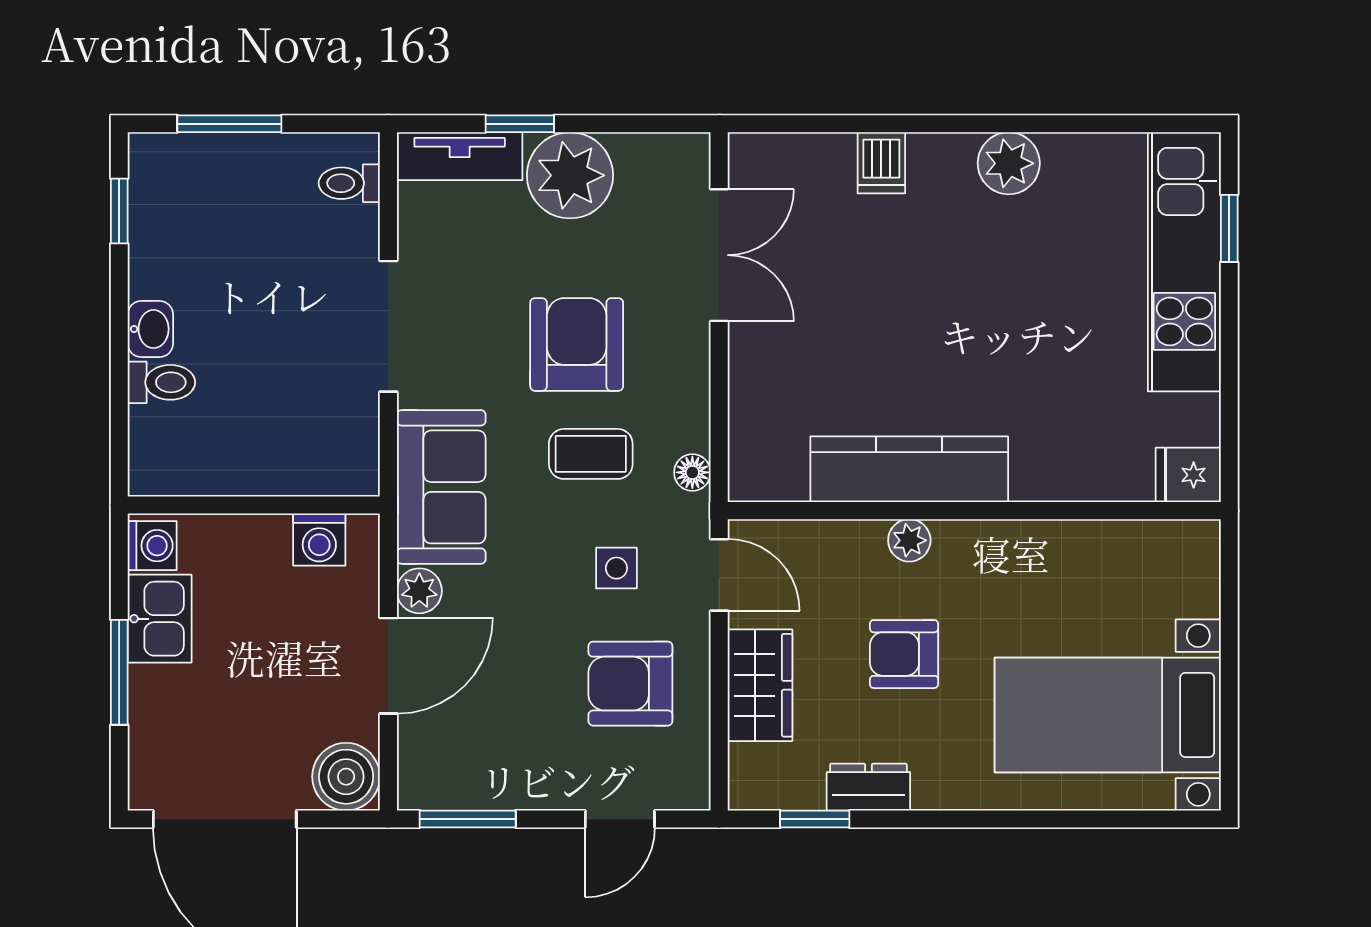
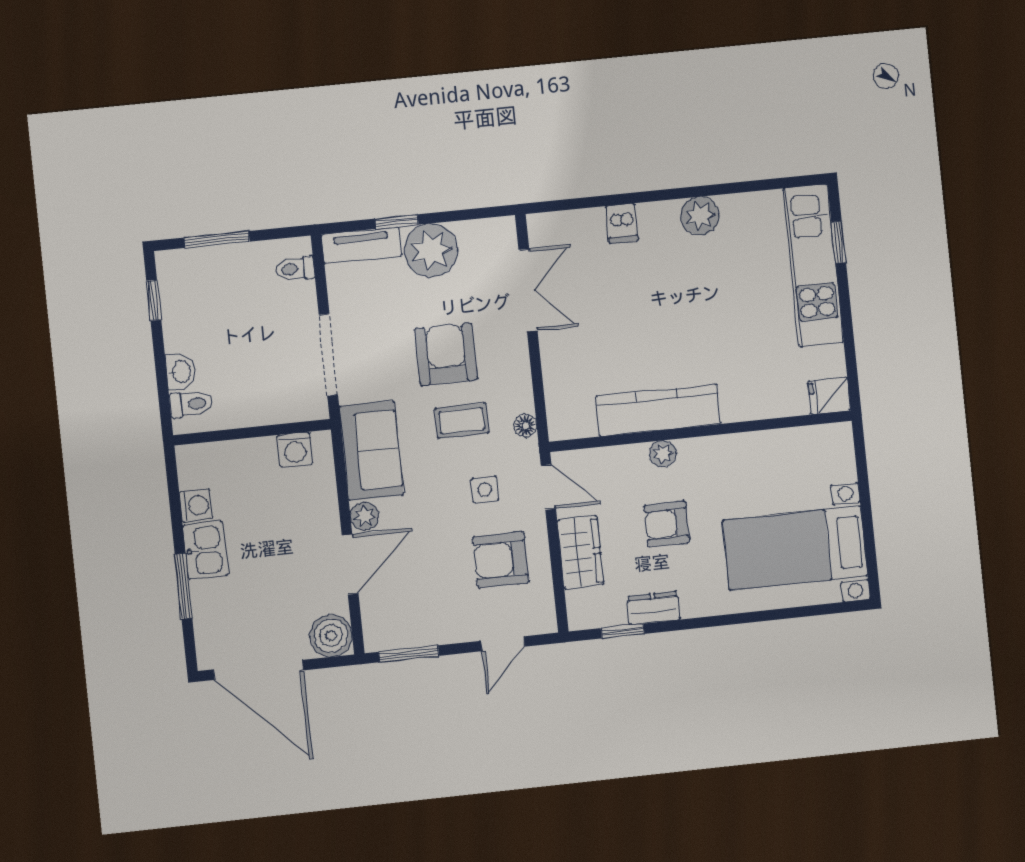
wall: (254, 505) -> (252, 432), moved
washing machine: (319, 540) -> (295, 449), moved

